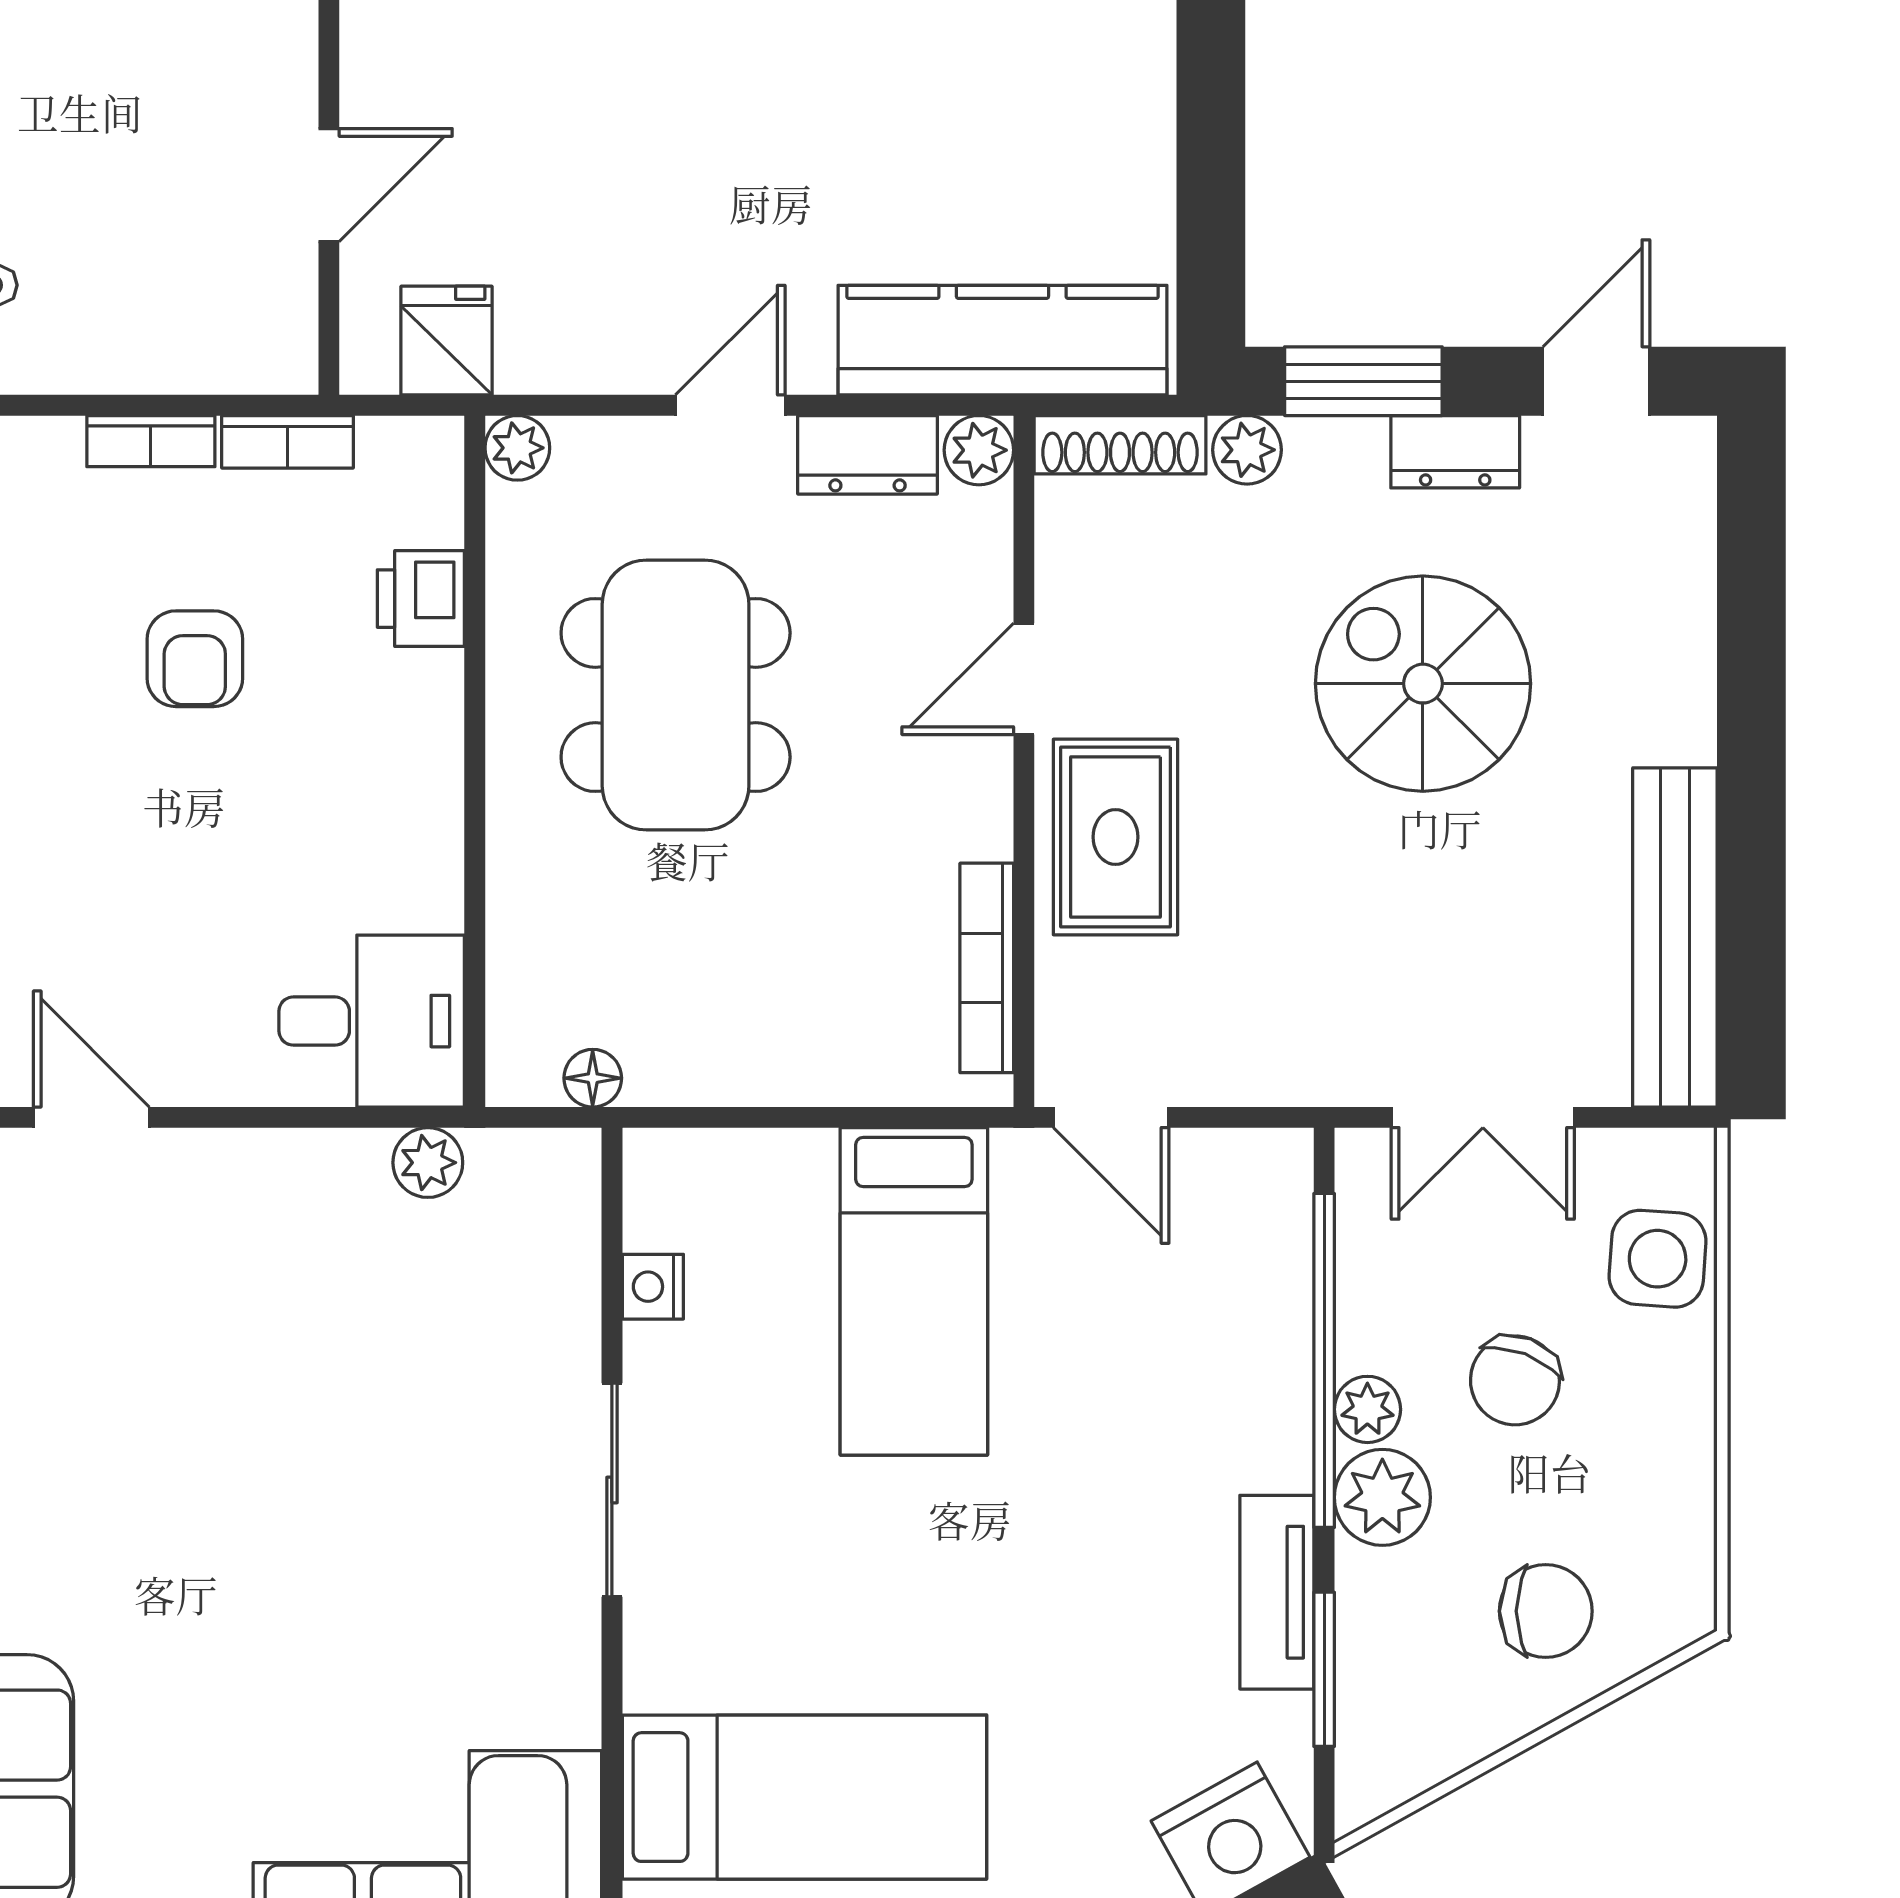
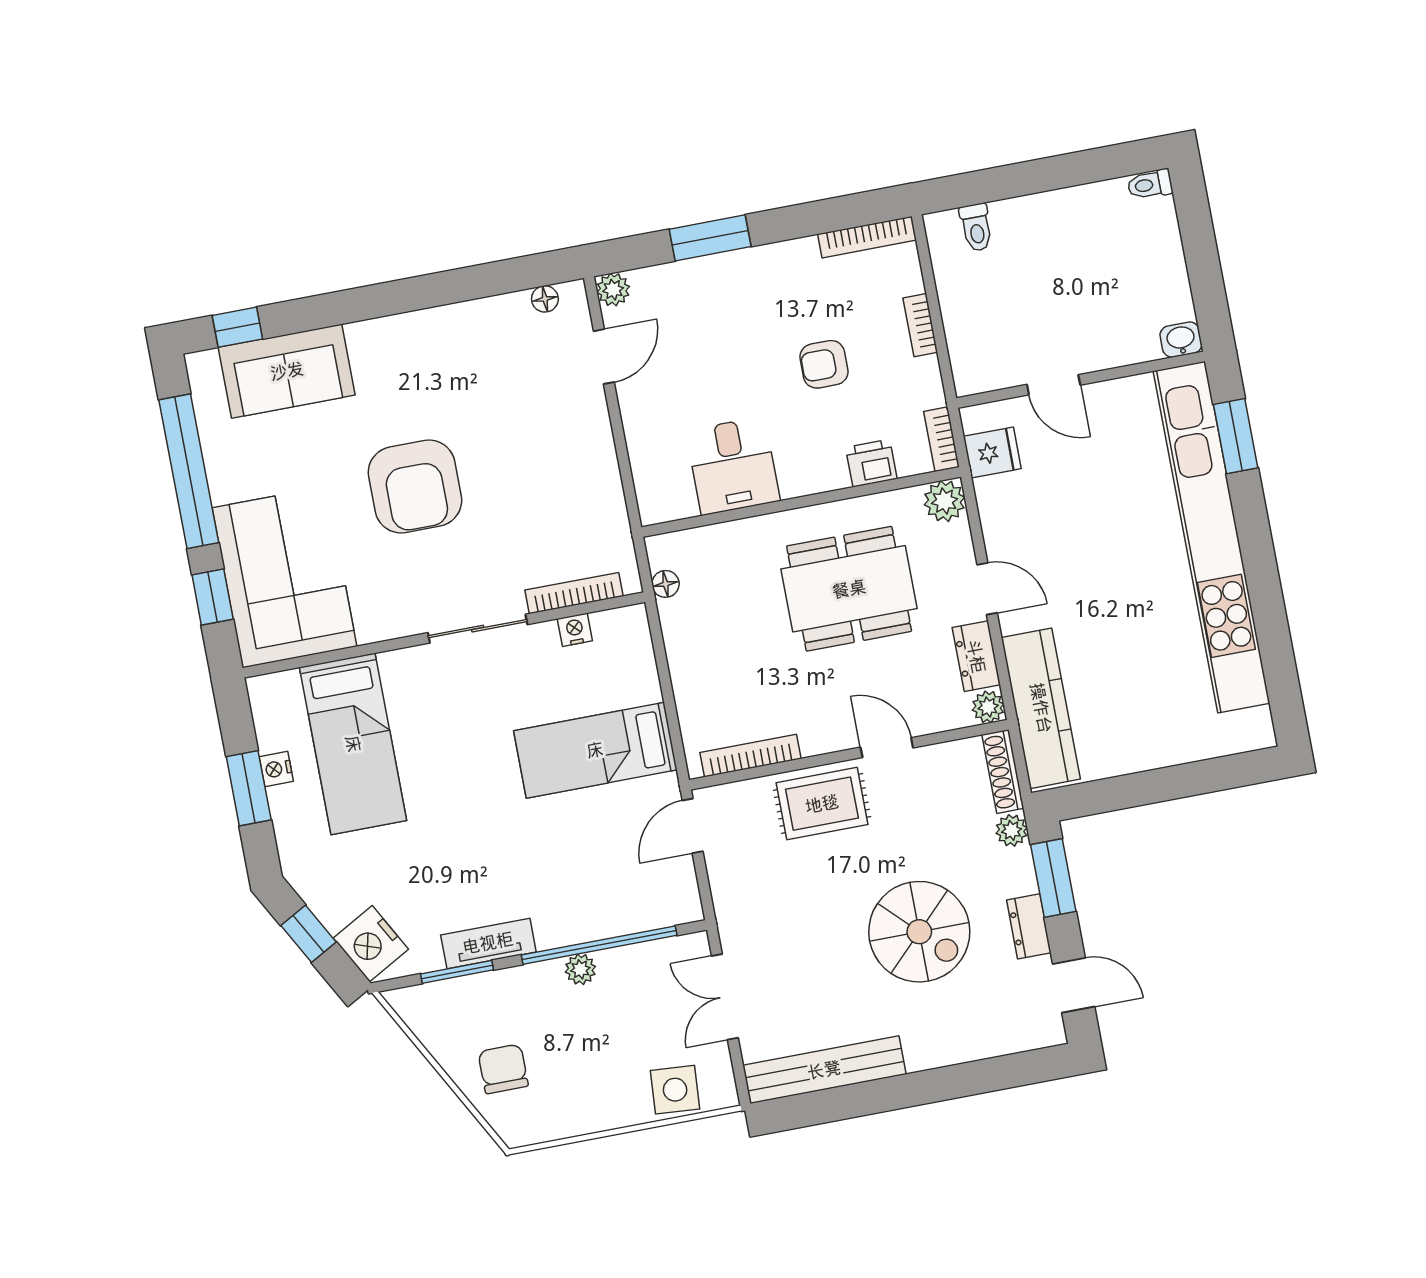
bookcase: (288, 442) -> (941, 439), moved
plant: (517, 448) -> (945, 501), width x1.38, depth x1.38
spiral stairs: (1423, 684) -> (919, 932), turned 90
desk: (372, 1021) -> (733, 466), moved
plant: (428, 1163) -> (612, 515), removed
bookcase: (576, 1274) -> (574, 593), added
chair: (1515, 1380) -> (607, 1035), removed
plant: (1382, 1497) -> (541, 984), removed
armchair: (289, 1565) -> (415, 486), added
chair: (1546, 1611) -> (503, 1069), turned 180

